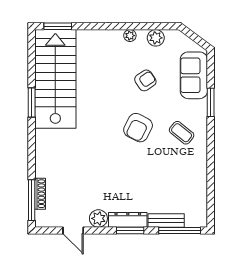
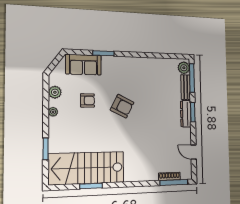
window: (58, 26) -> (46, 149), moved
armchair: (145, 80) -> (87, 100), turned 124
window: (32, 102) -> (91, 186), moved
coffee table: (182, 133) -> (125, 75), removed
plant: (98, 218) -> (184, 68), moved
door: (73, 230) -> (194, 152), swing flipped

